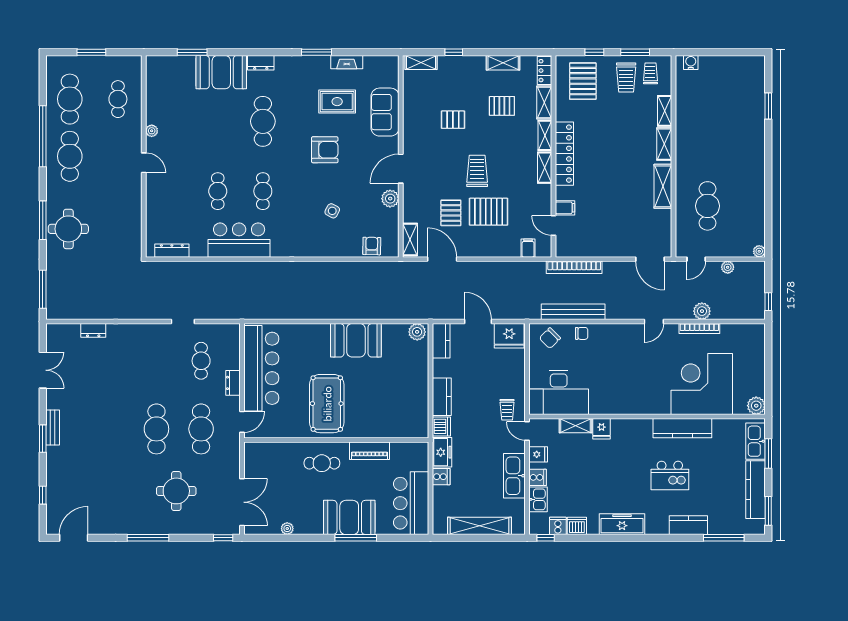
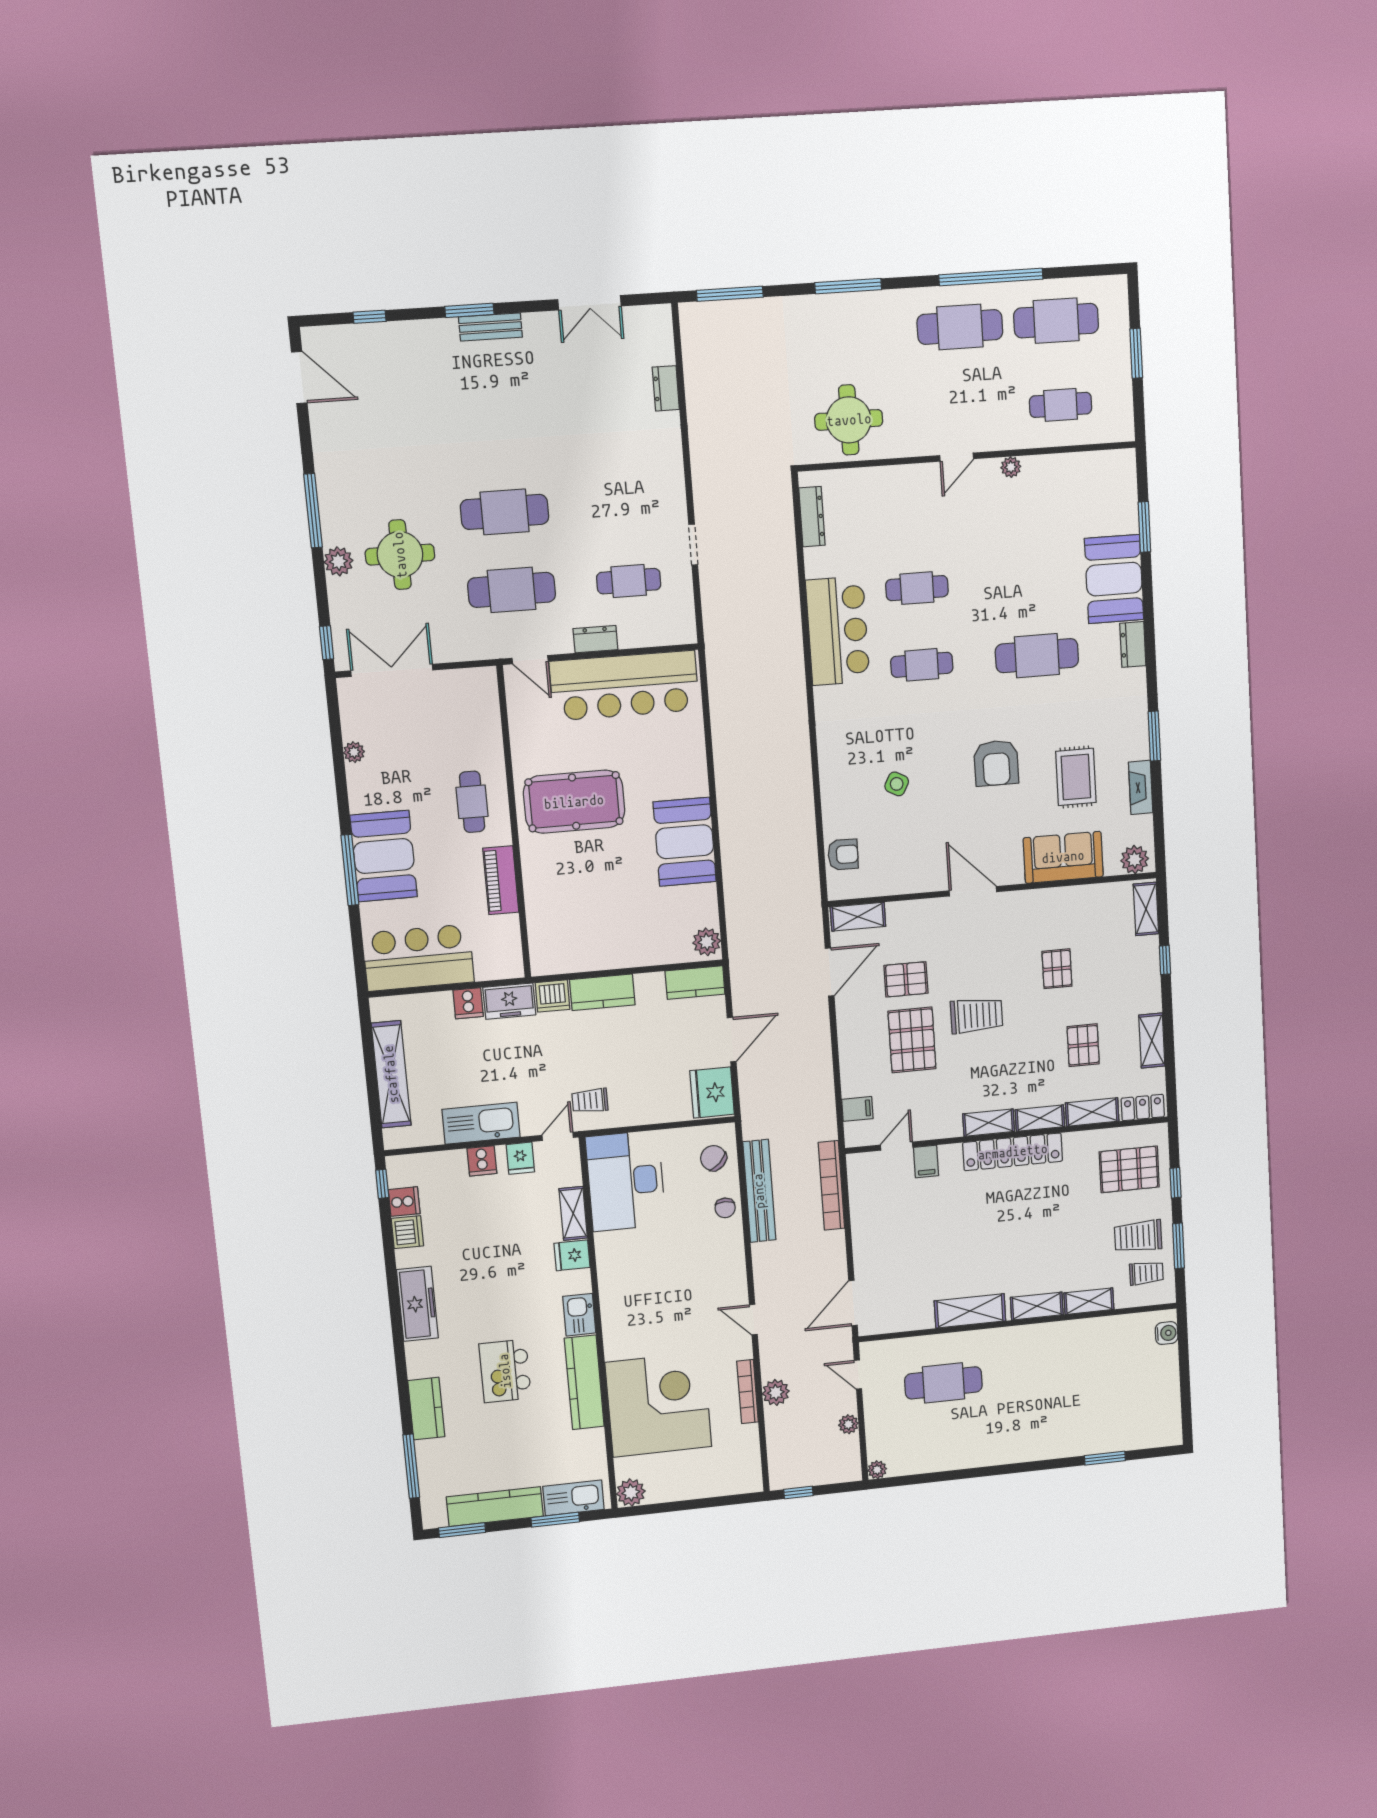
plant: (390, 199) -> (1135, 860), moved
round table: (68, 229) -> (849, 420), moved
kitchen sink: (538, 499) -> (579, 1315), moved, turned 90
double door: (242, 502) -> (392, 670), swing flipped
plant: (178, 526) -> (338, 561), added

